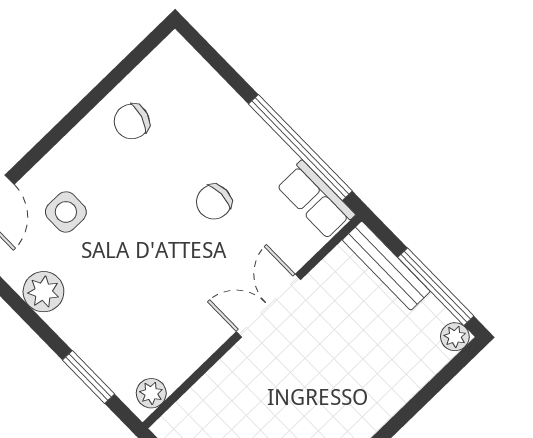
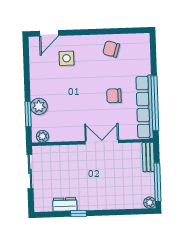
row of seats: (316, 200) -> (145, 107), width x2.02
bench: (386, 266) -> (148, 157), width x0.73
plant: (43, 292) -> (39, 106), moved

